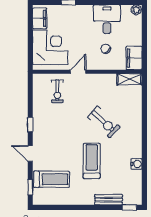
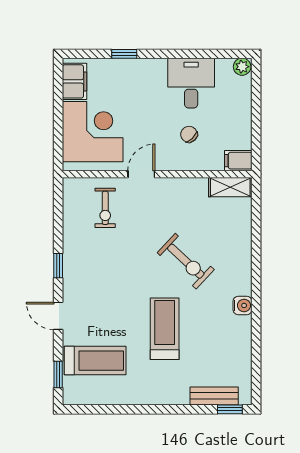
filing cabinet: (134, 58) -> (238, 161), width x0.50
water cooler: (137, 164) -> (243, 305), moved
bench: (109, 200) -> (214, 396), moved

